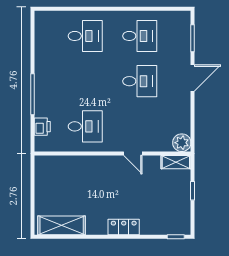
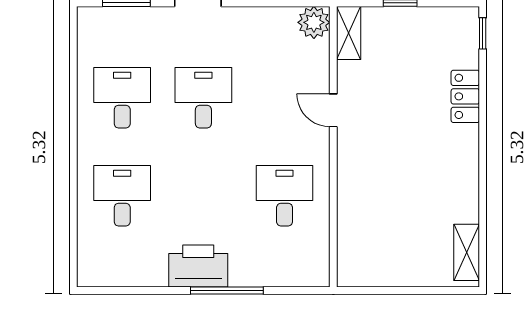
printer: (42, 127) -> (198, 266), moved, width x1.87, depth x1.48
door: (133, 154) -> (333, 110), swing flipped
shelving: (62, 225) -> (467, 252), width x0.67, depth x0.75
locker: (124, 227) -> (465, 96), moved

